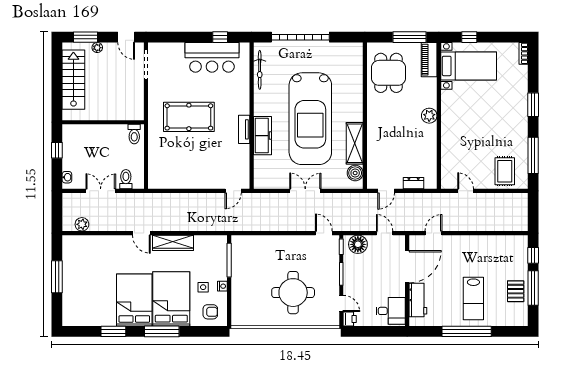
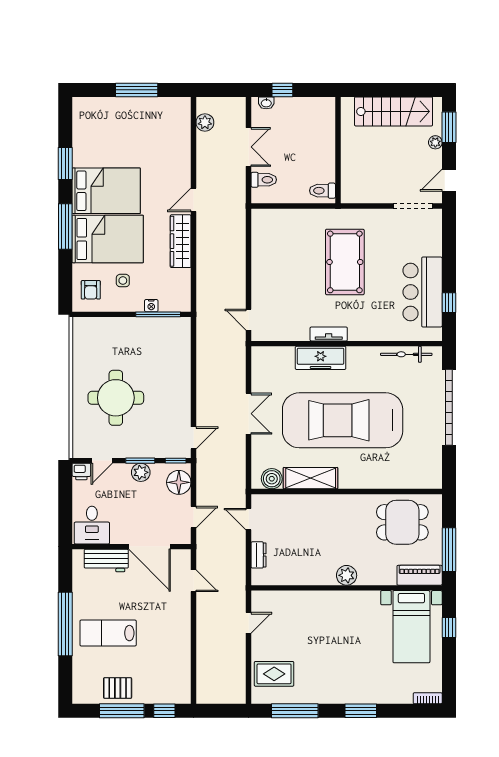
window: (57, 150) -> (282, 90), moved
plant: (350, 273) -> (141, 472), added
nightstand: (222, 286) -> (151, 306), moved

